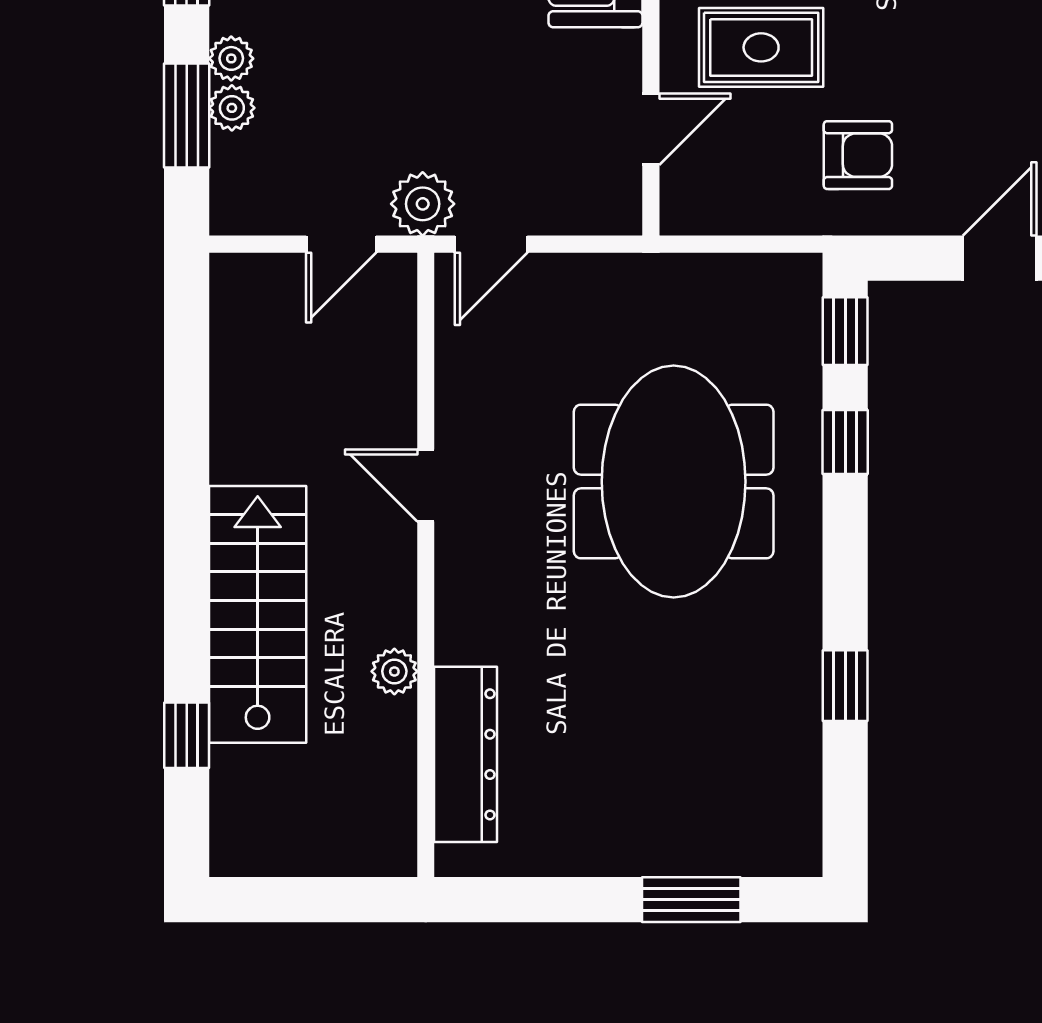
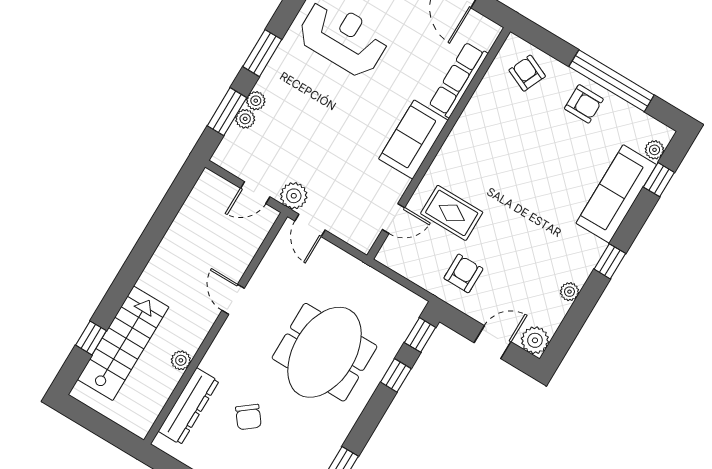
armchair: (858, 155) -> (463, 273), turned -90
door: (491, 244) -> (310, 225), hinge flipped
stairs: (258, 614) -> (123, 343), moved
chair: (599, 704) -> (248, 417), added

